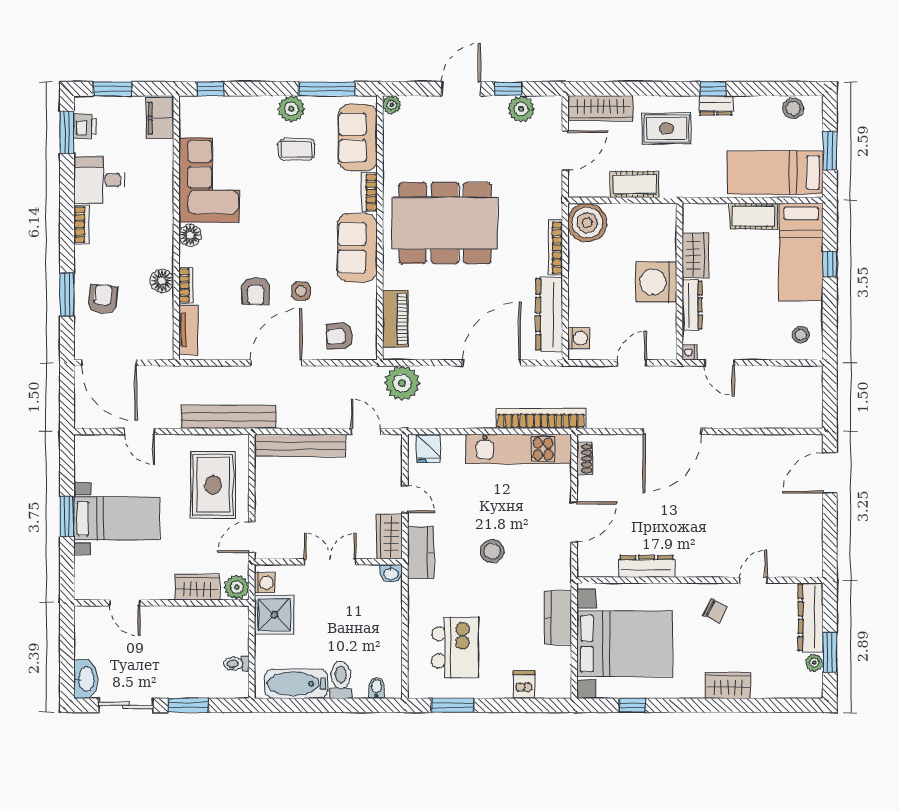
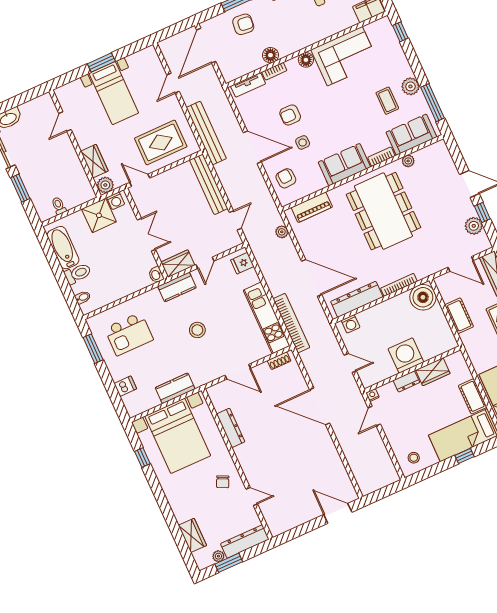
plant: (392, 105) -> (408, 161), moved
dresser: (692, 305) -> (406, 381), width x0.70
plant: (402, 383) -> (282, 232), width x0.53, depth x0.53
wardrobe: (728, 685) -> (192, 535), moved

